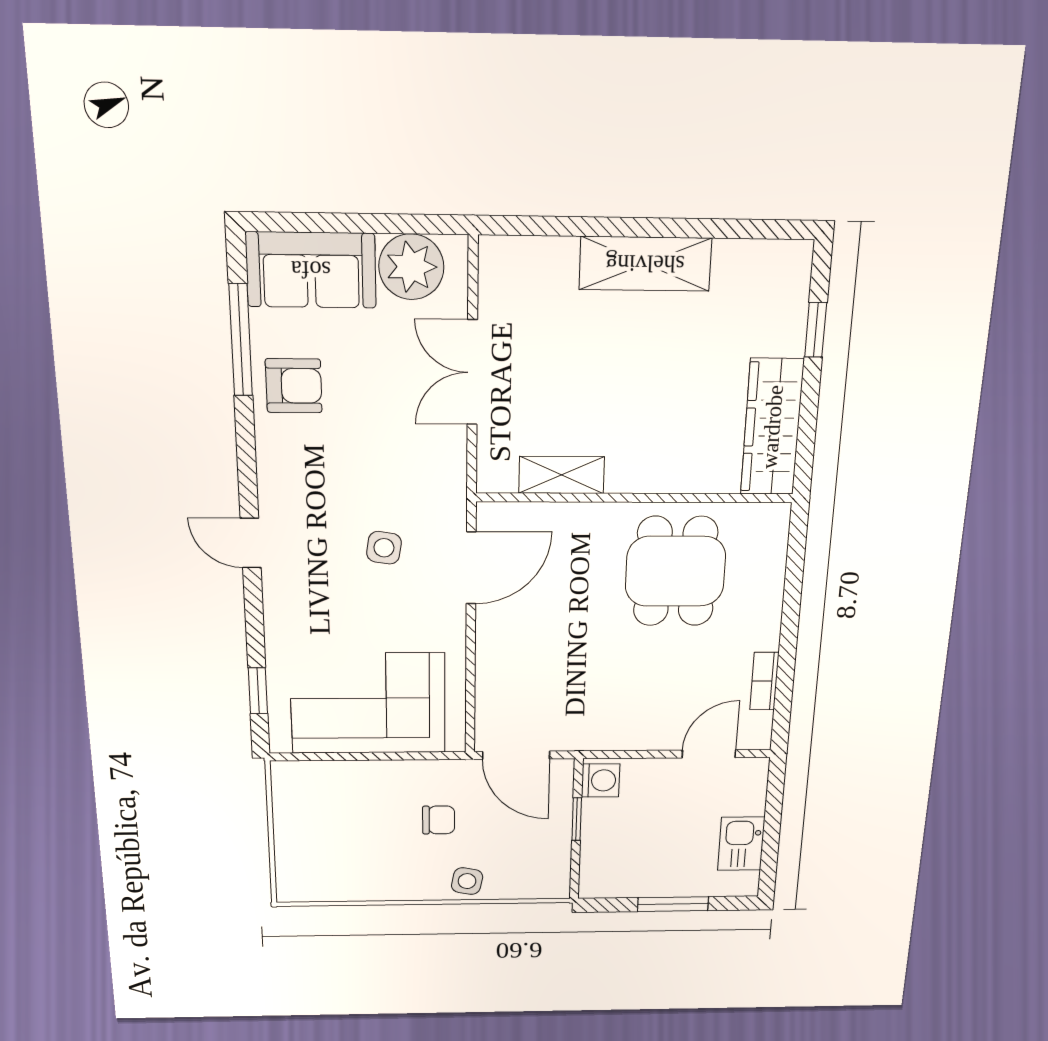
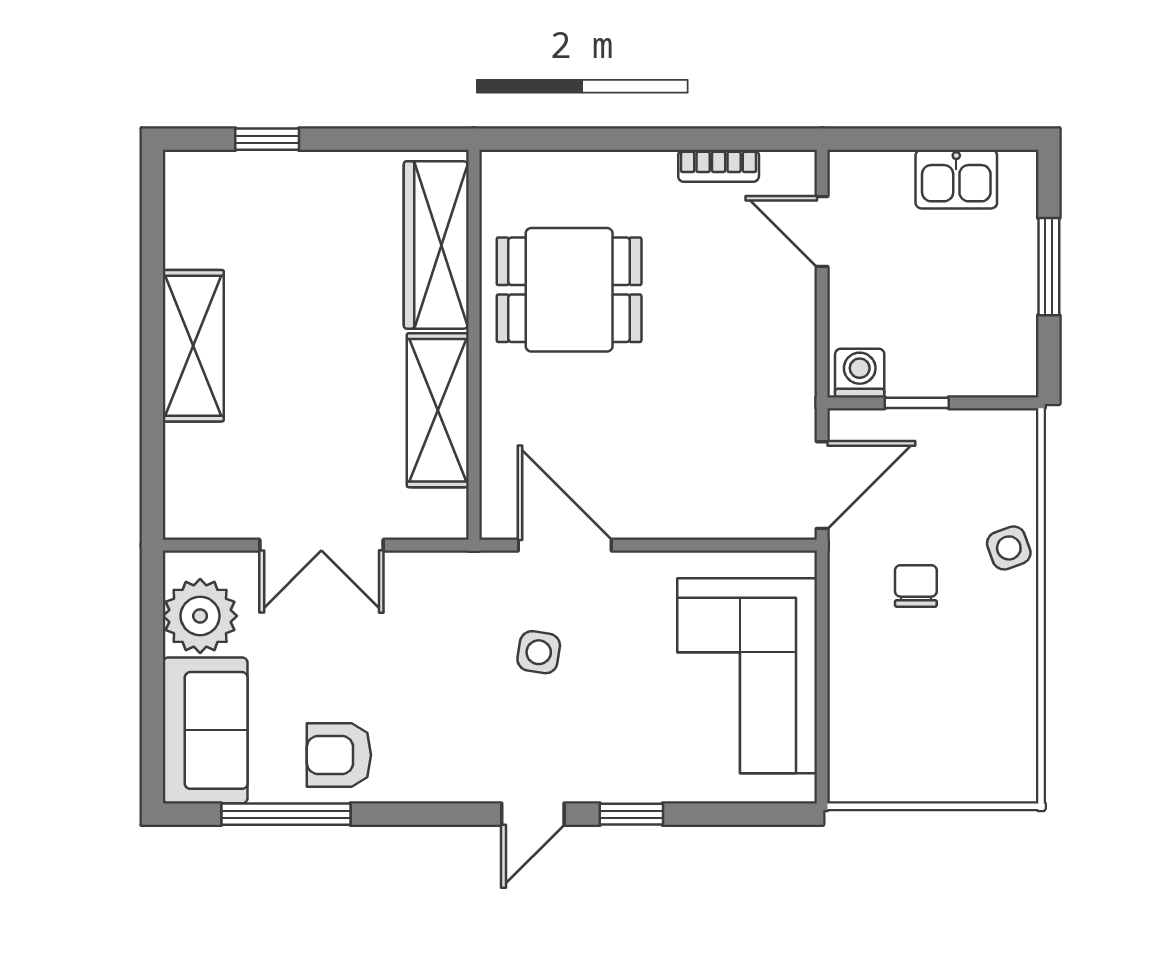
armchair: (294, 386) -> (339, 755), turned -90
wardrobe: (772, 427) -> (436, 245), moved, turned 90
shelving: (562, 475) -> (438, 410), width x1.50, depth x1.33
window: (258, 691) -> (631, 814), moved
side table: (467, 881) -> (1009, 548), turned -31

